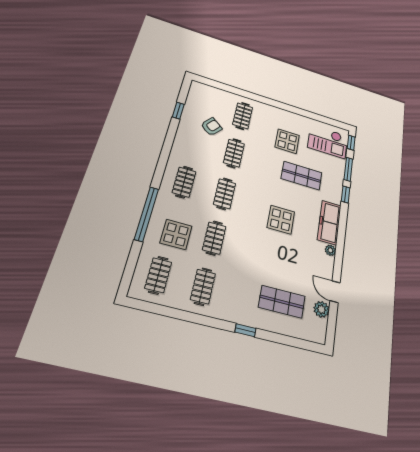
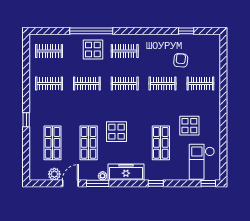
armchair: (211, 127) -> (181, 60), turned -124
window: (348, 169) -> (98, 183), moved
display table: (176, 234) -> (93, 49), moved
shop shelf: (289, 256) -> (89, 143), added

